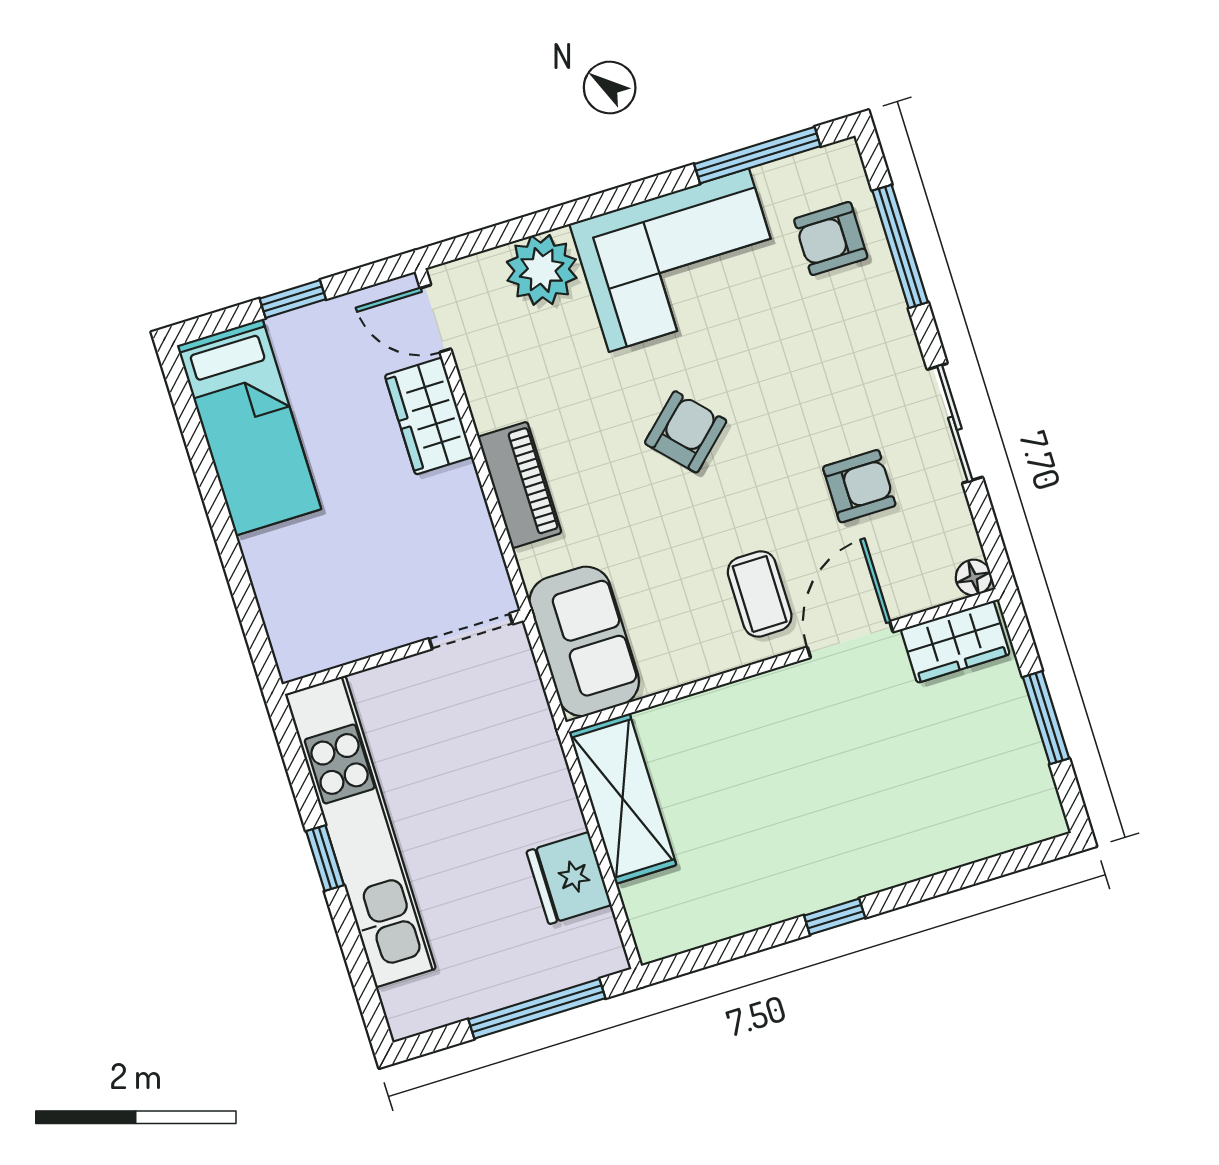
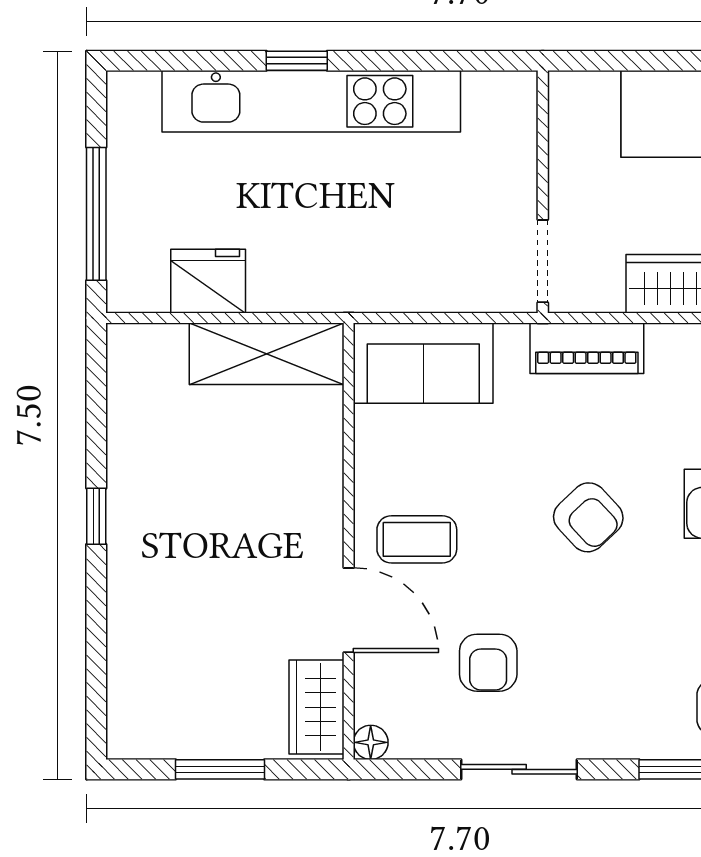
doorway: (471, 631) -> (543, 261), moved
wall: (403, 652) -> (543, 192), moved

